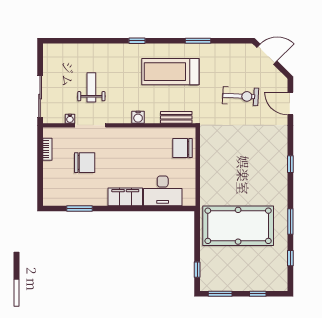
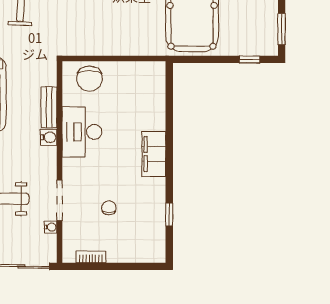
bench: (176, 117) -> (49, 107), moved
chair: (85, 163) -> (109, 208), width x0.54, depth x0.54
desk: (163, 191) -> (82, 132), moved, turned 180
window: (79, 209) -> (169, 215), width x0.67

